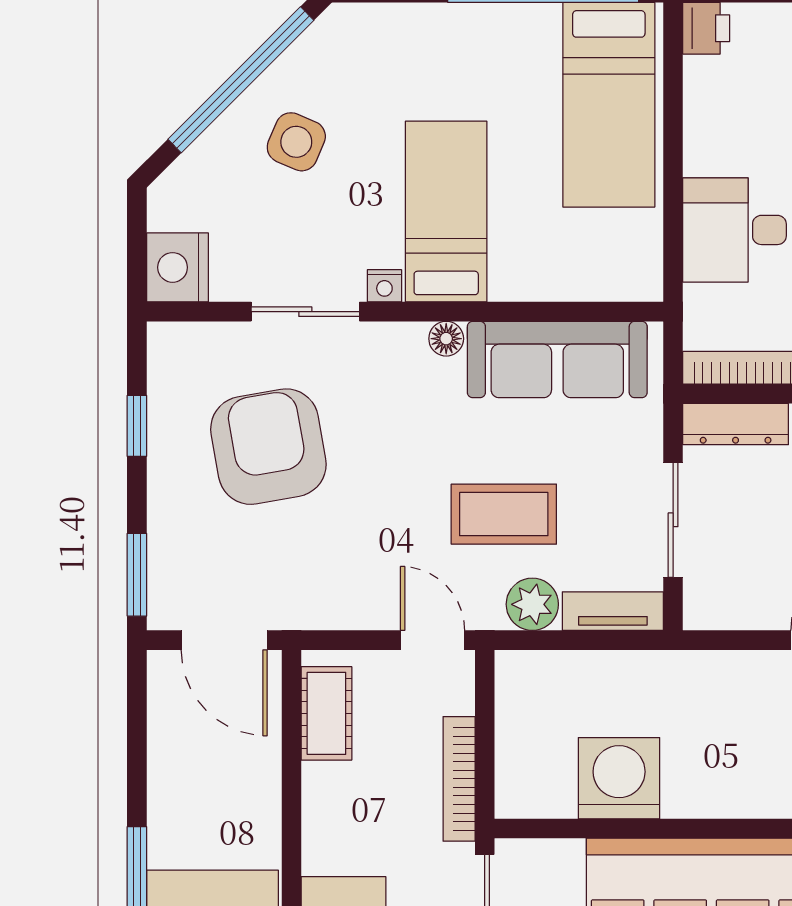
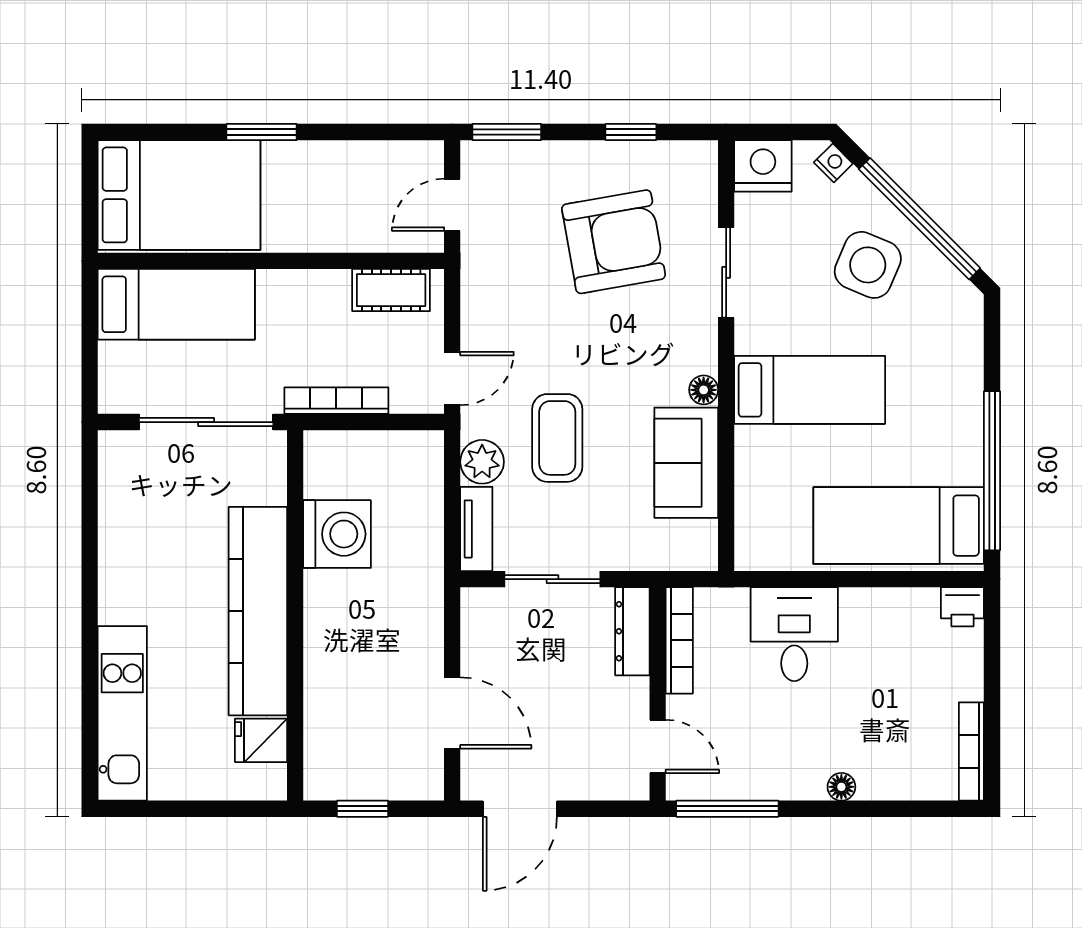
side table: (296, 142) -> (868, 265), width x1.37, depth x1.37
nightstand: (384, 286) -> (833, 163), moved, turned 135
sofa: (557, 359) -> (686, 463), width x0.73
door: (224, 640) -> (452, 205), width x0.73

